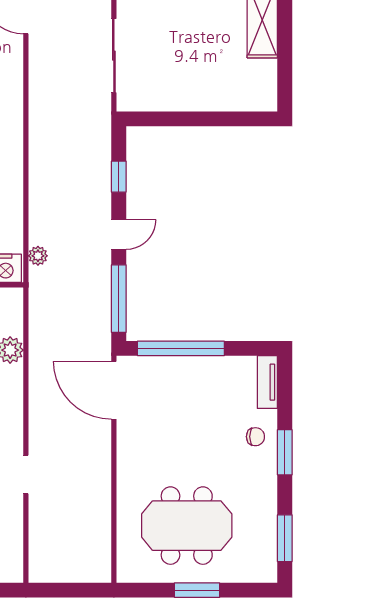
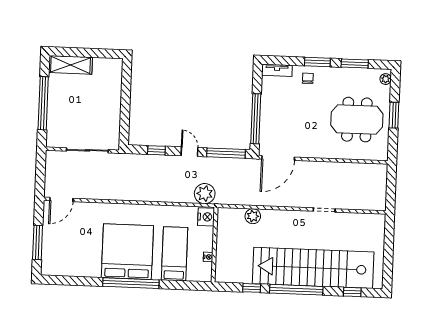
plant: (38, 256) -> (205, 194), width x1.88, depth x1.88
meeting table: (187, 526) -> (357, 120), turned 90
window: (285, 538) -> (355, 64), moved
plant: (260, 573) -> (386, 79), added

